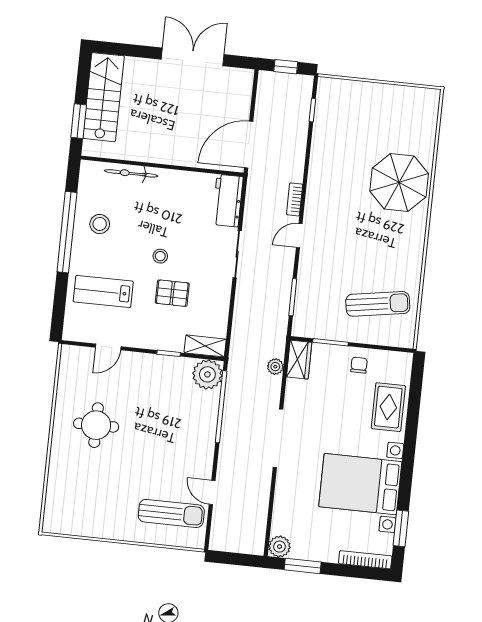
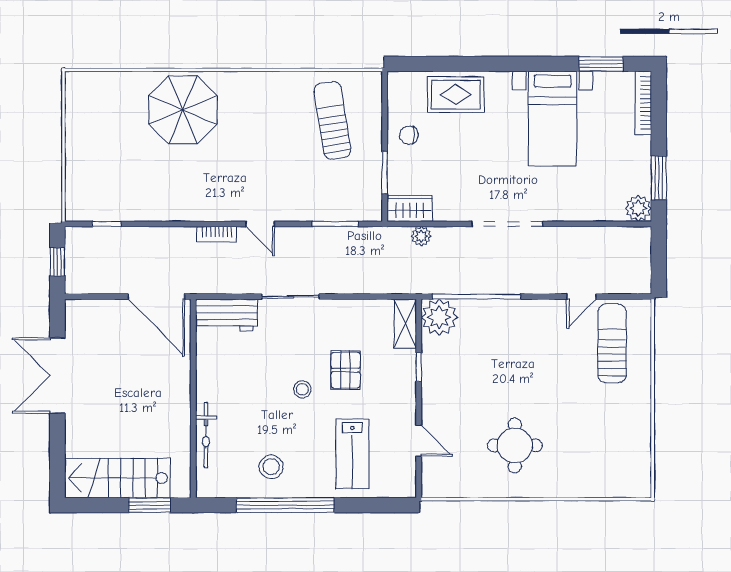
bed with nightstands: (360, 484) -> (553, 119), width x0.73

